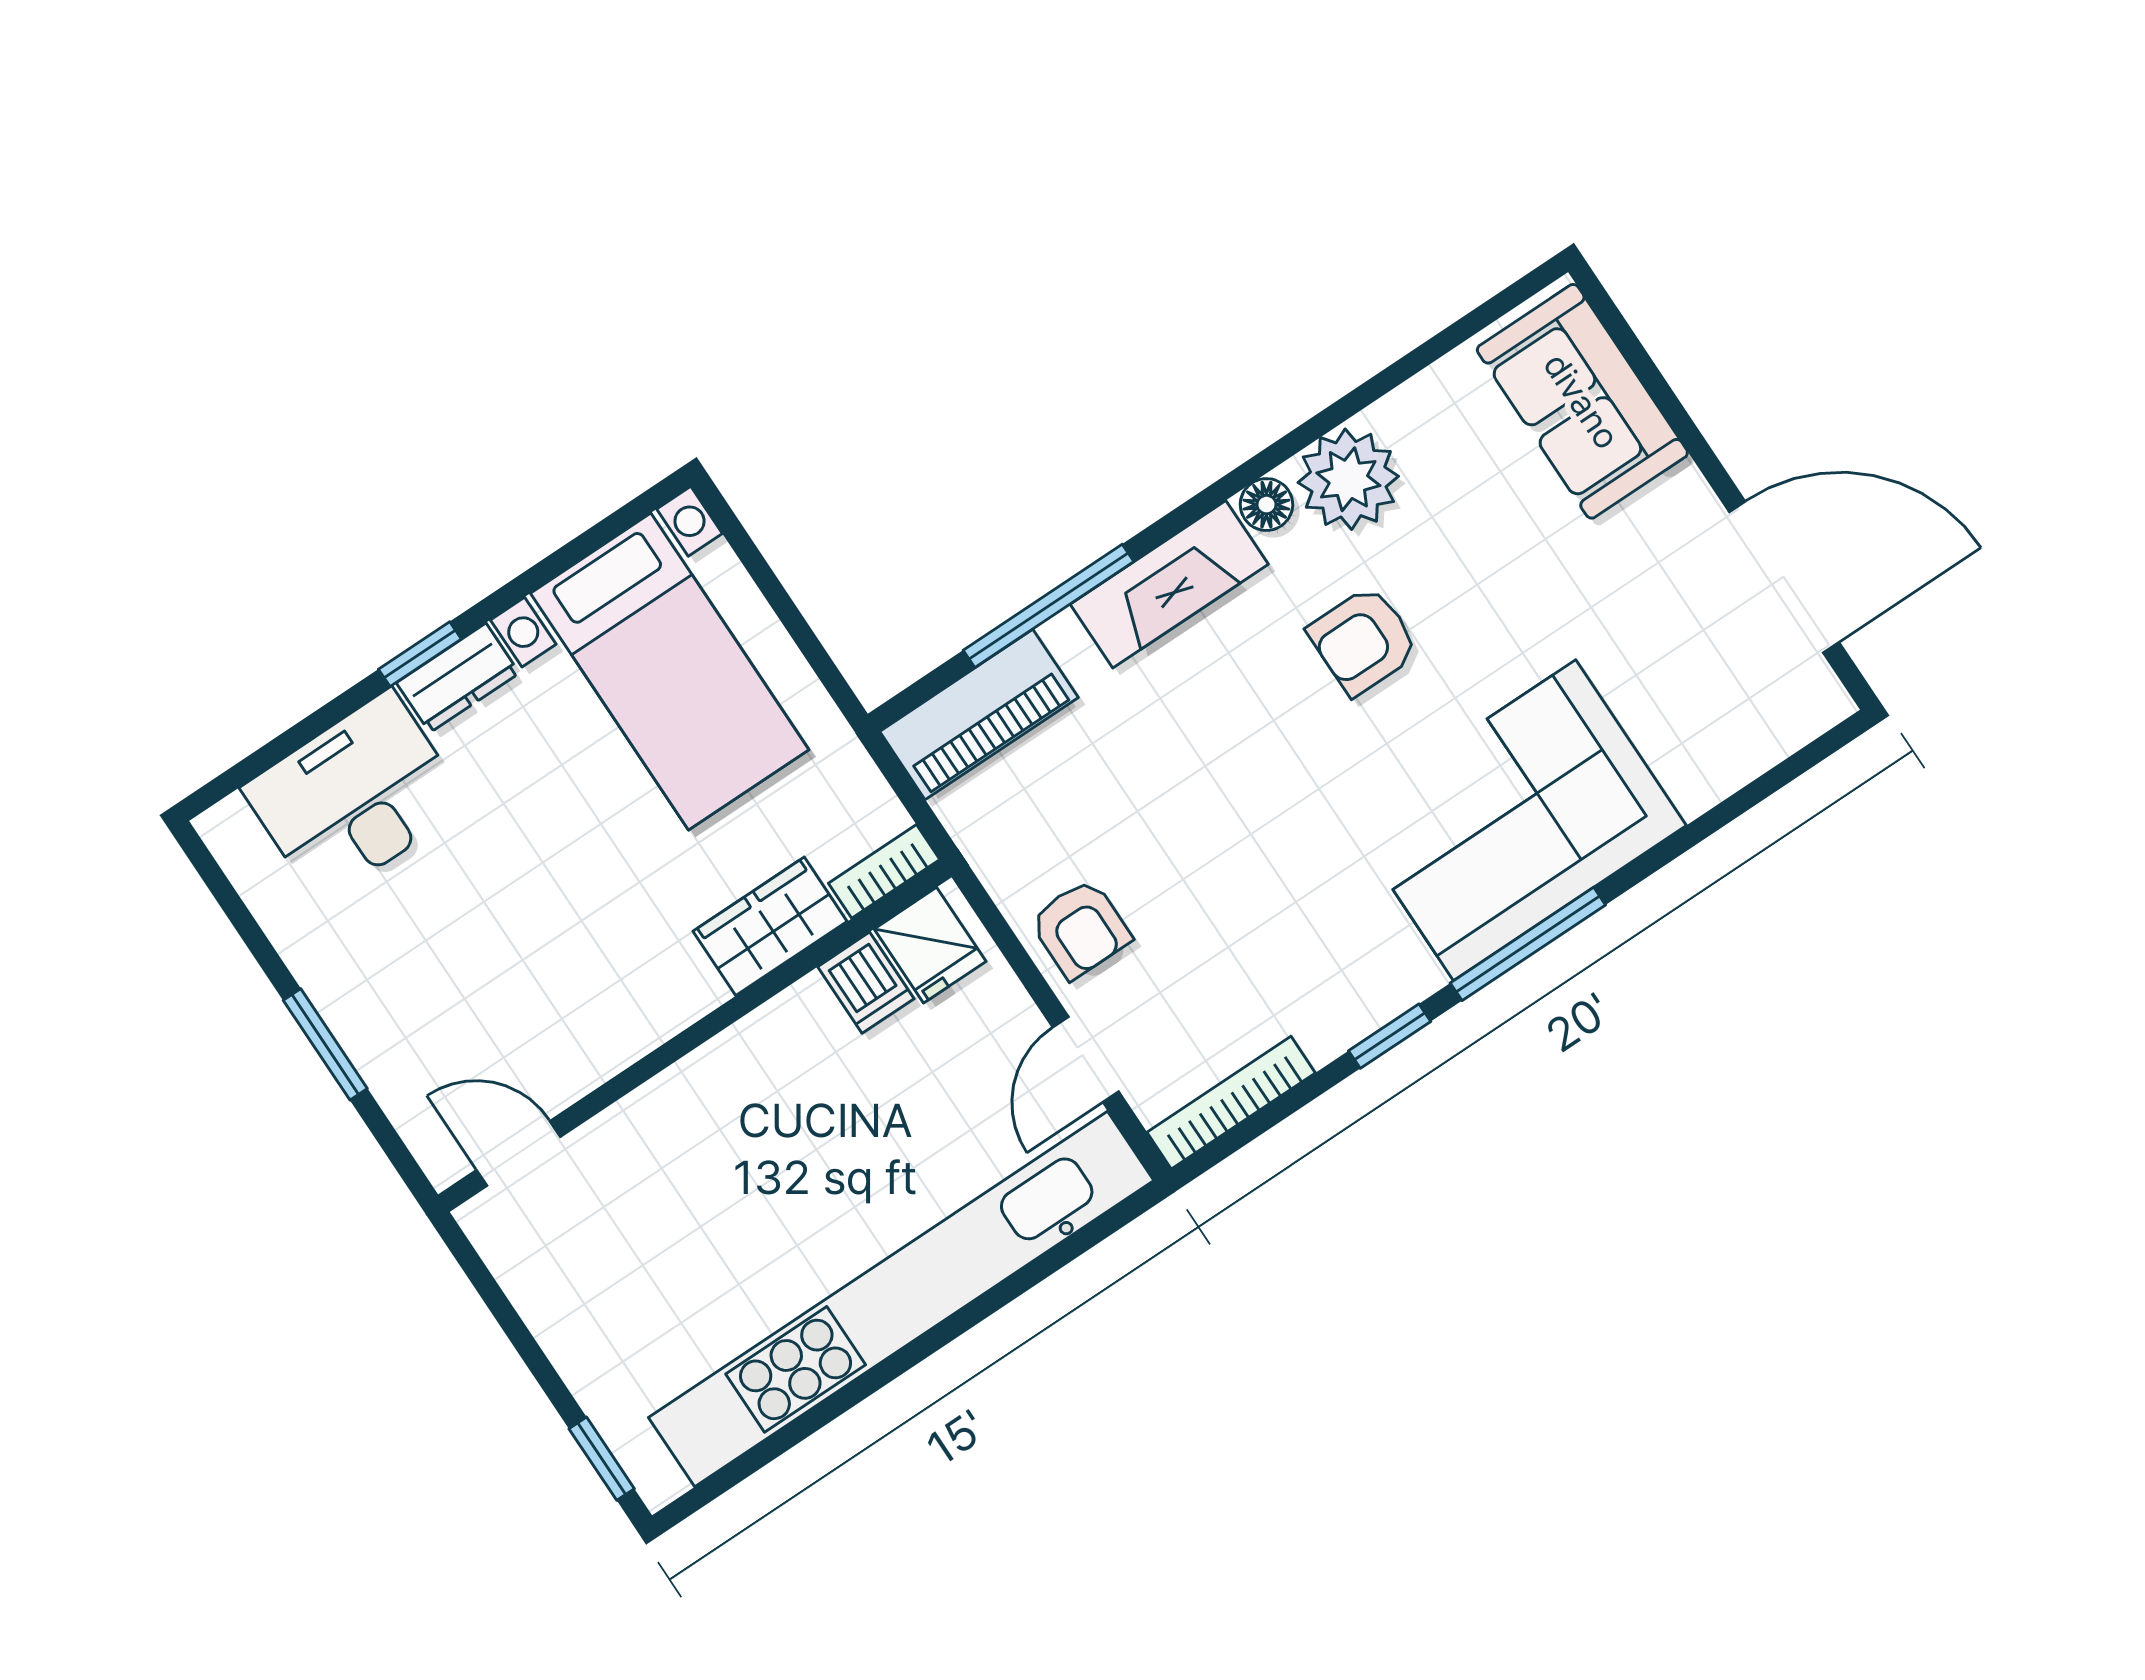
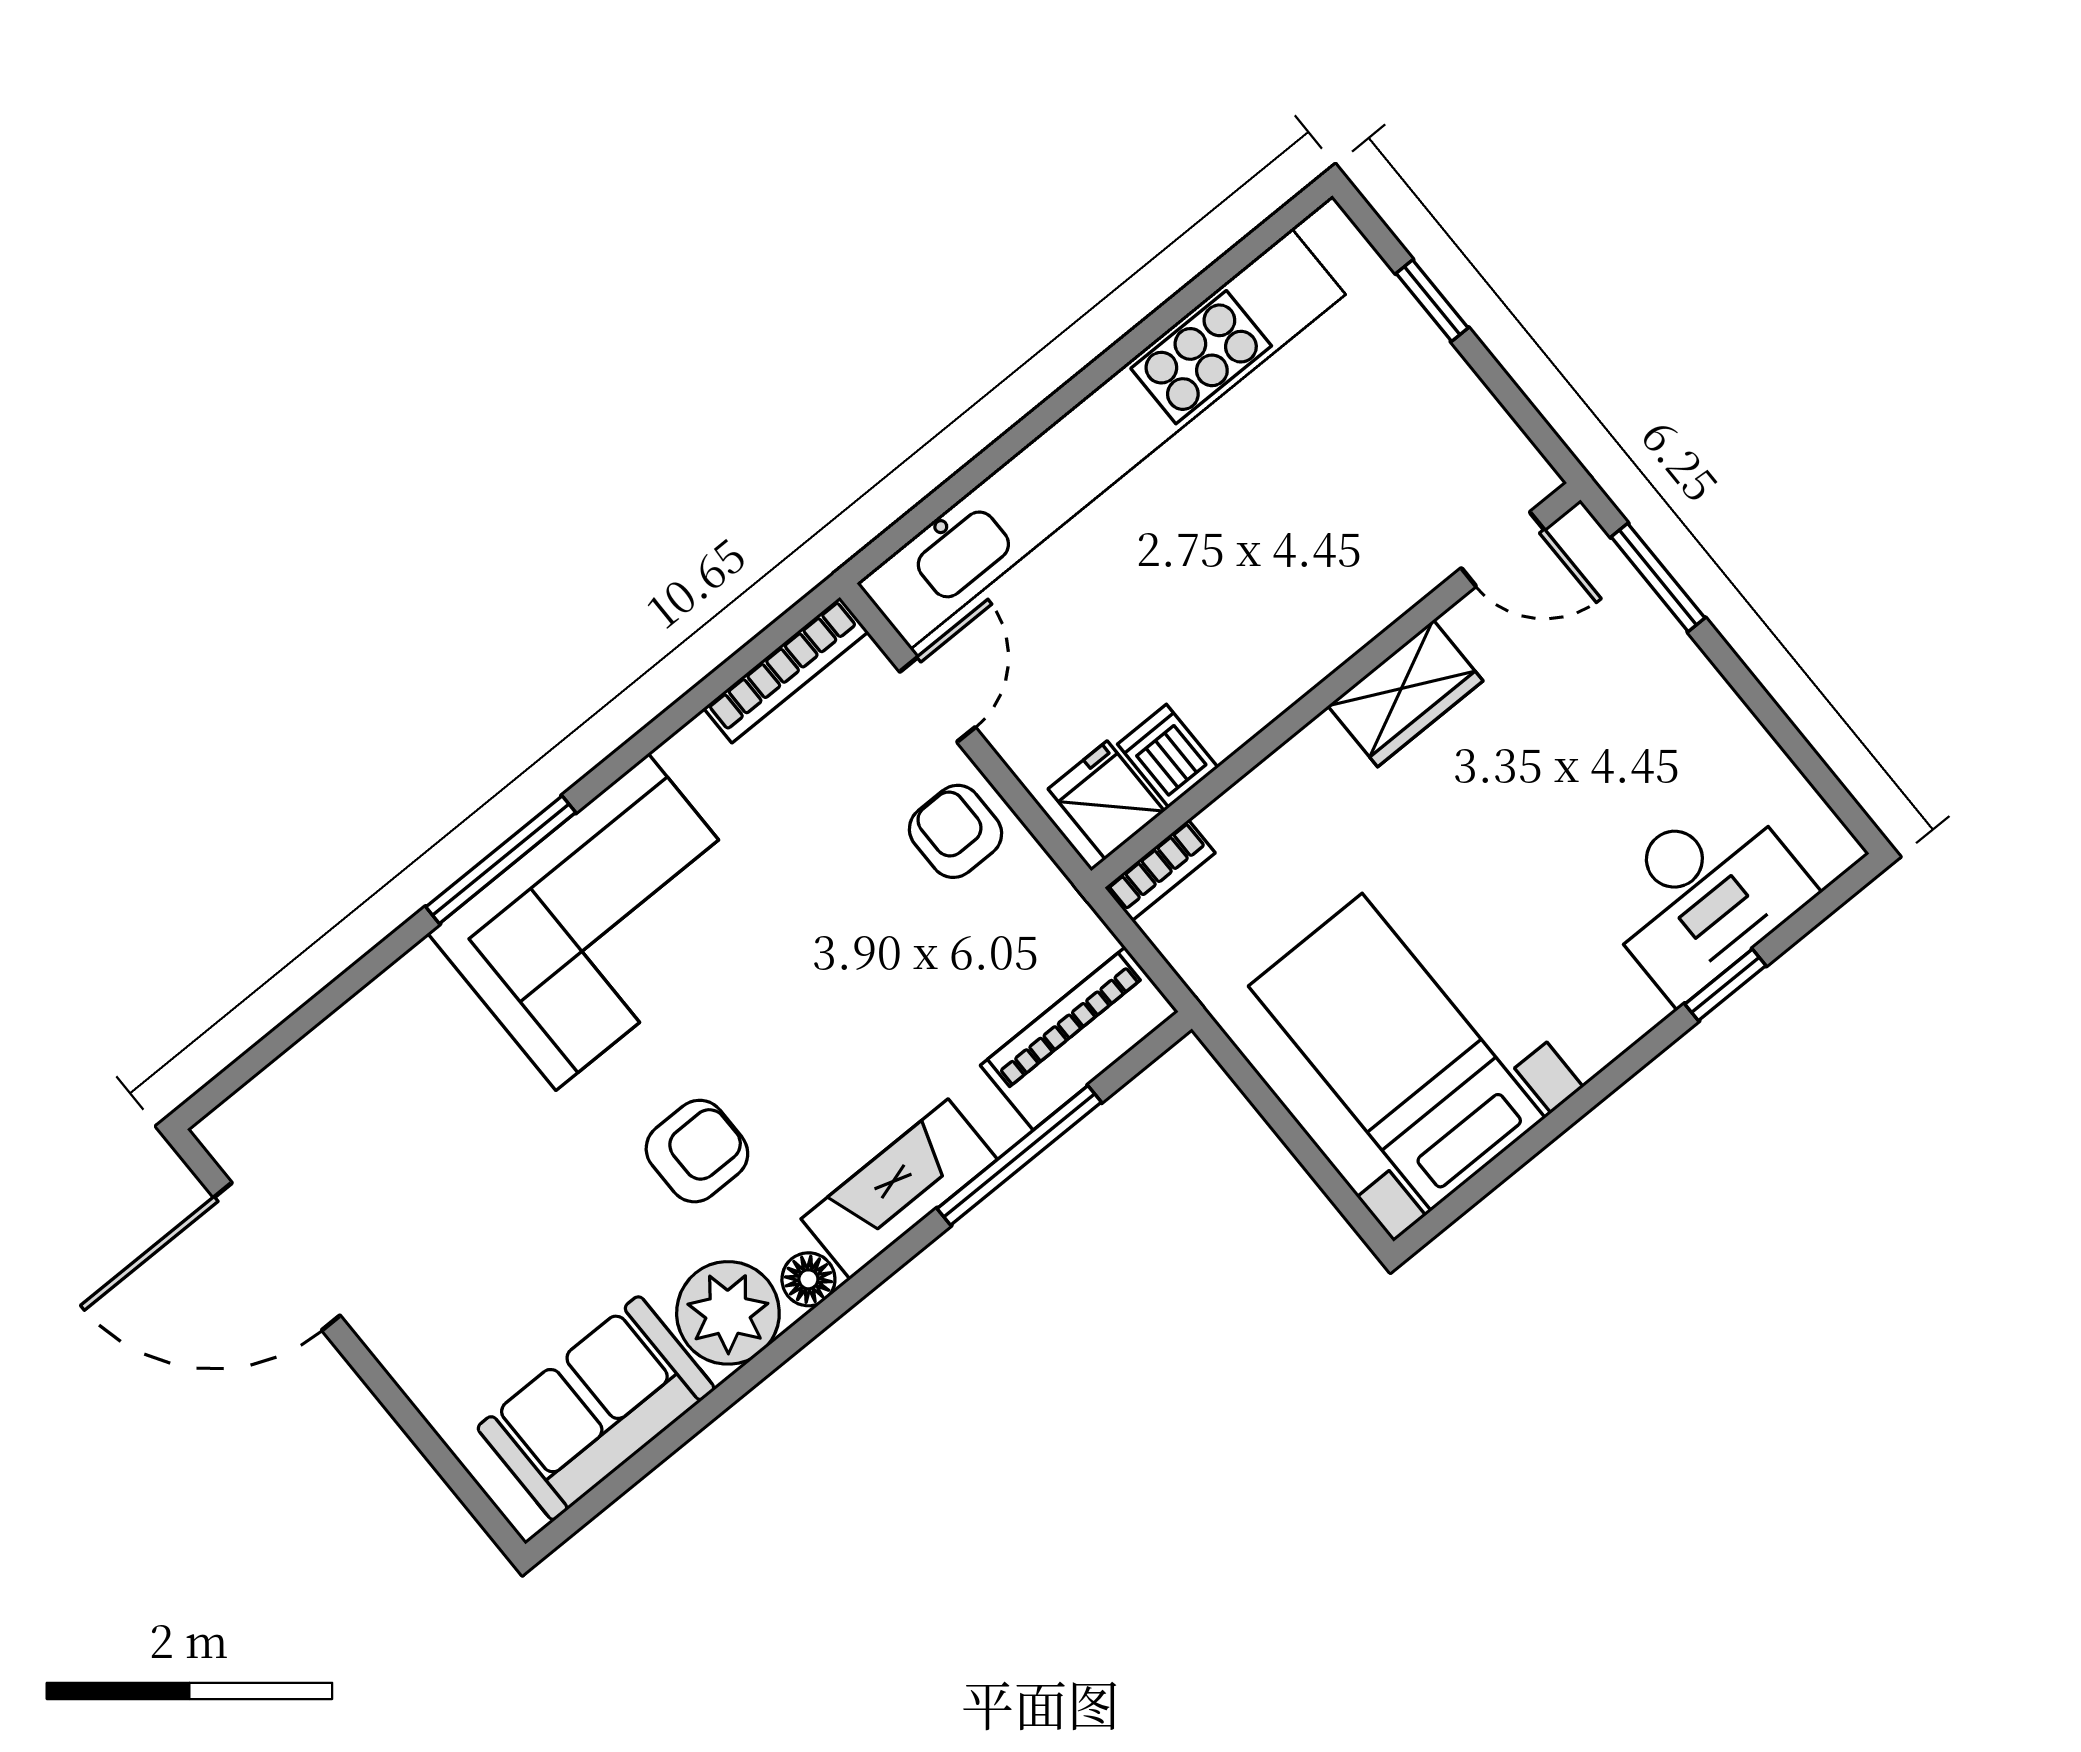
sofa: (1582, 401) -> (596, 1408), moved, turned -90
window: (420, 654) -> (1725, 985), moved
dresser: (458, 678) -> (1611, 1025), removed
corner sofa: (1515, 820) -> (602, 922), moved
wardrobe: (770, 926) -> (1405, 693), moved
window: (1390, 1036) -> (632, 753), removed
window: (325, 1044) -> (1658, 577), moved
window: (602, 1459) -> (1432, 301), moved

